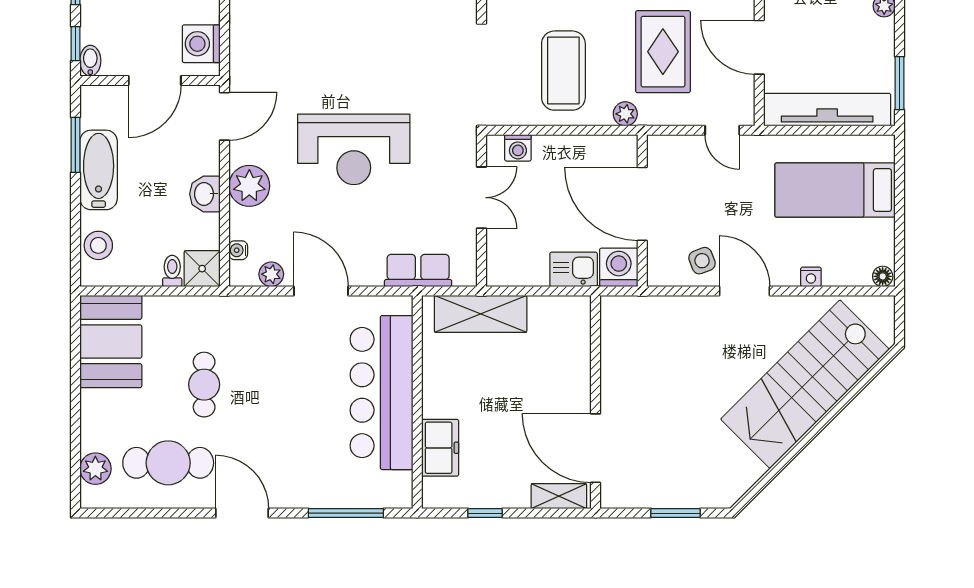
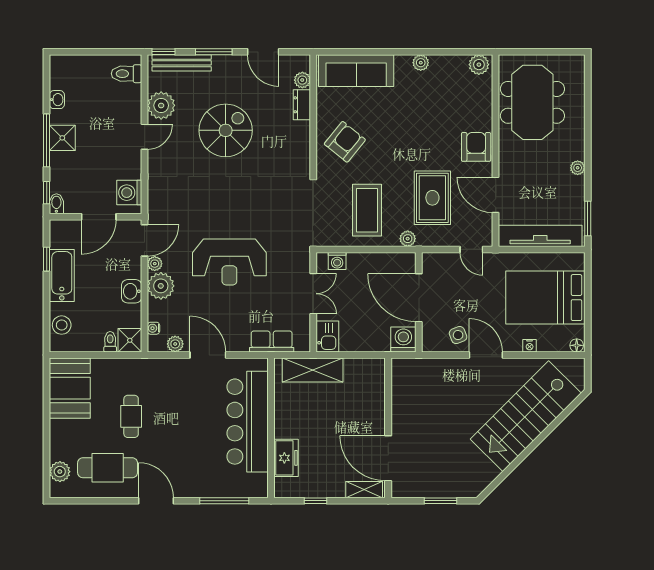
window: (75, 145) -> (47, 259), width x0.67
plant: (240, 152) -> (155, 264), added
bed: (835, 190) -> (545, 298), width x1.50
kitchen sink: (574, 269) -> (327, 336), moved, turned 90

